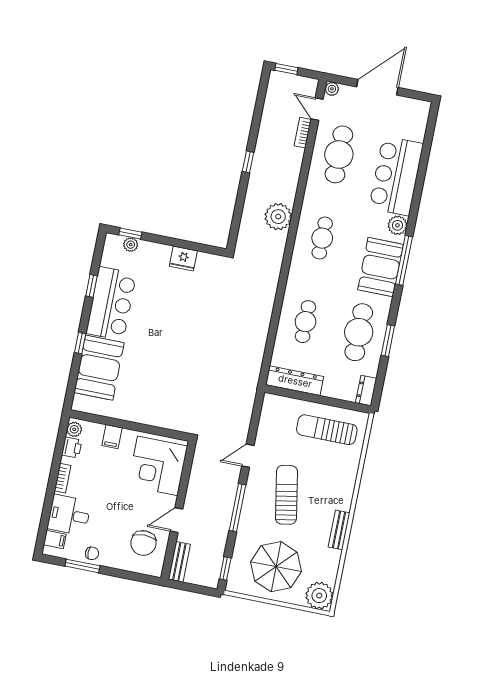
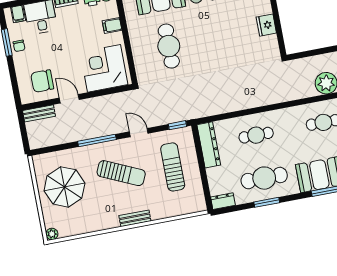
cafe table: (162, 381) -> (169, 46), added
sun lounger: (327, 430) -> (173, 167), moved
sun lounger: (286, 495) -> (121, 173), turned 34
bench: (339, 530) -> (135, 218), moved
window: (225, 568) -> (177, 125), moved
plant: (319, 596) -> (52, 234), width x0.53, depth x0.53

